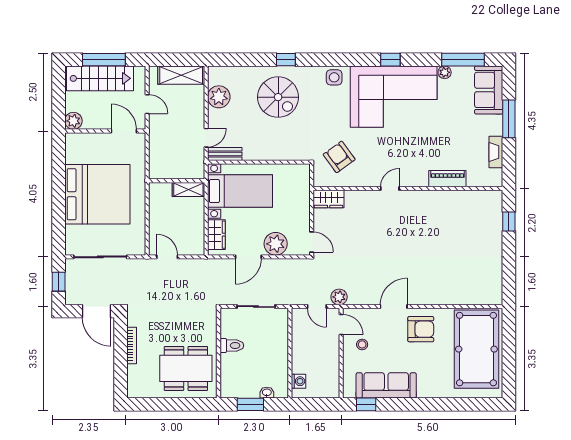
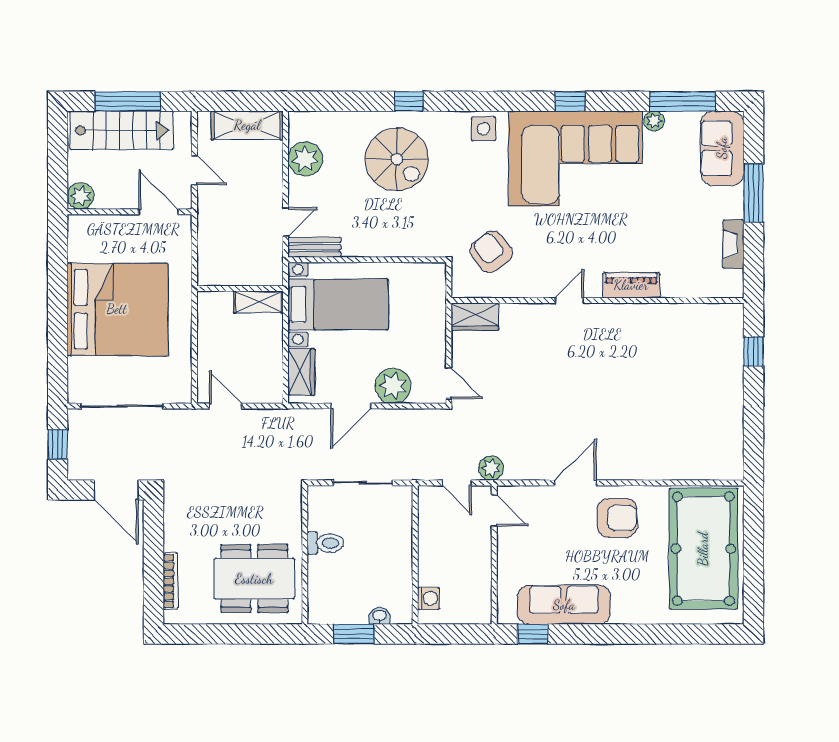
piano: (447, 179) -> (631, 285), moved
stool: (362, 344) -> (527, 541), removed
bookcase: (132, 346) -> (170, 581), moved

